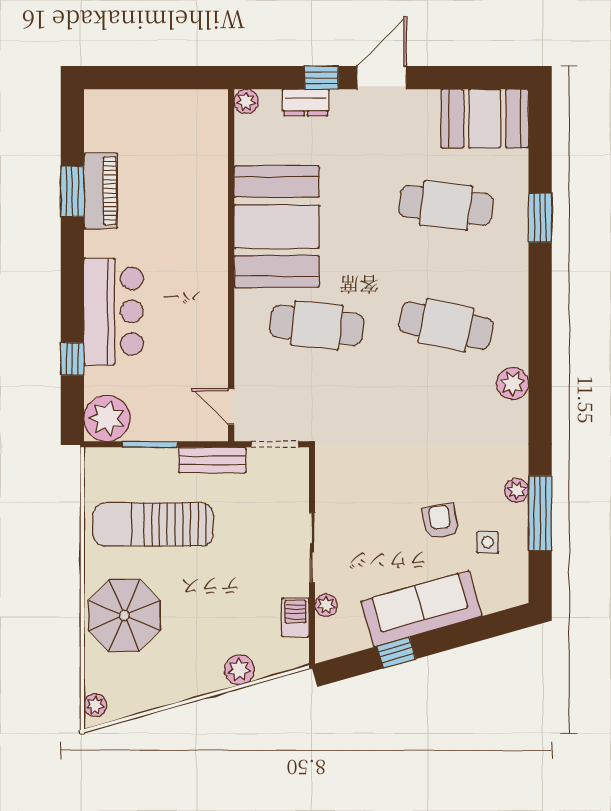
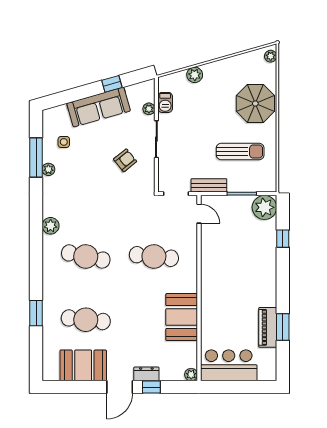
dresser: (306, 102) -> (146, 374), moved
booth: (485, 119) -> (83, 365), moved
booth: (277, 227) -> (182, 317), width x0.73, depth x0.70
bar counter: (113, 311) -> (229, 365), moved, turned 90
armchair: (440, 522) -> (125, 160), moved, turned -119
sun lounger: (153, 524) -> (240, 151), width x0.73, depth x0.75

